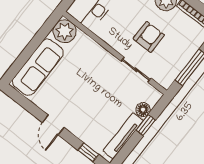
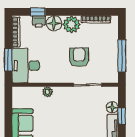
plant: (65, 31) -> (48, 92), moved, width x0.53, depth x0.53

